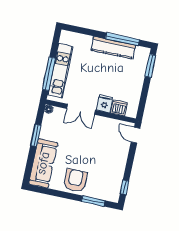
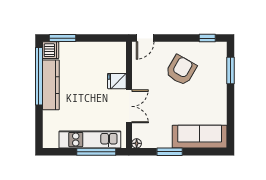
window: (122, 39) -> (39, 76), width x1.46
dishwasher: (119, 108) -> (51, 50), moved, turned 180
armchair: (75, 180) -> (181, 70), moved, turned 120

